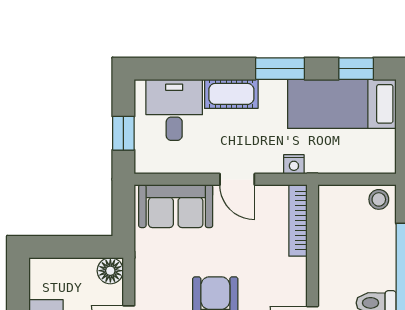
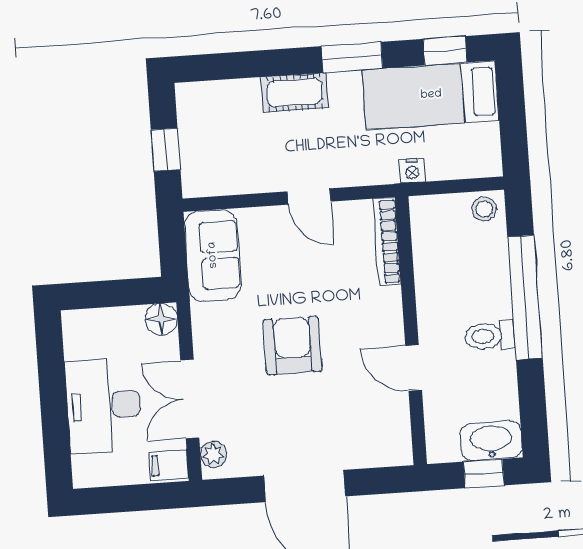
desk: (174, 110) -> (226, 117), removed
nightstand: (294, 164) -> (412, 171), moved
sofa: (176, 206) -> (213, 255), moved, turned -90

